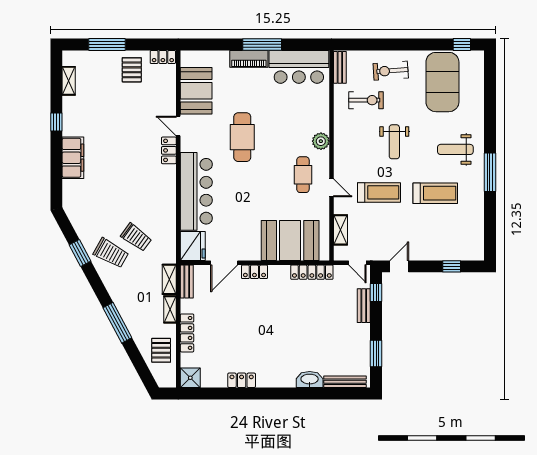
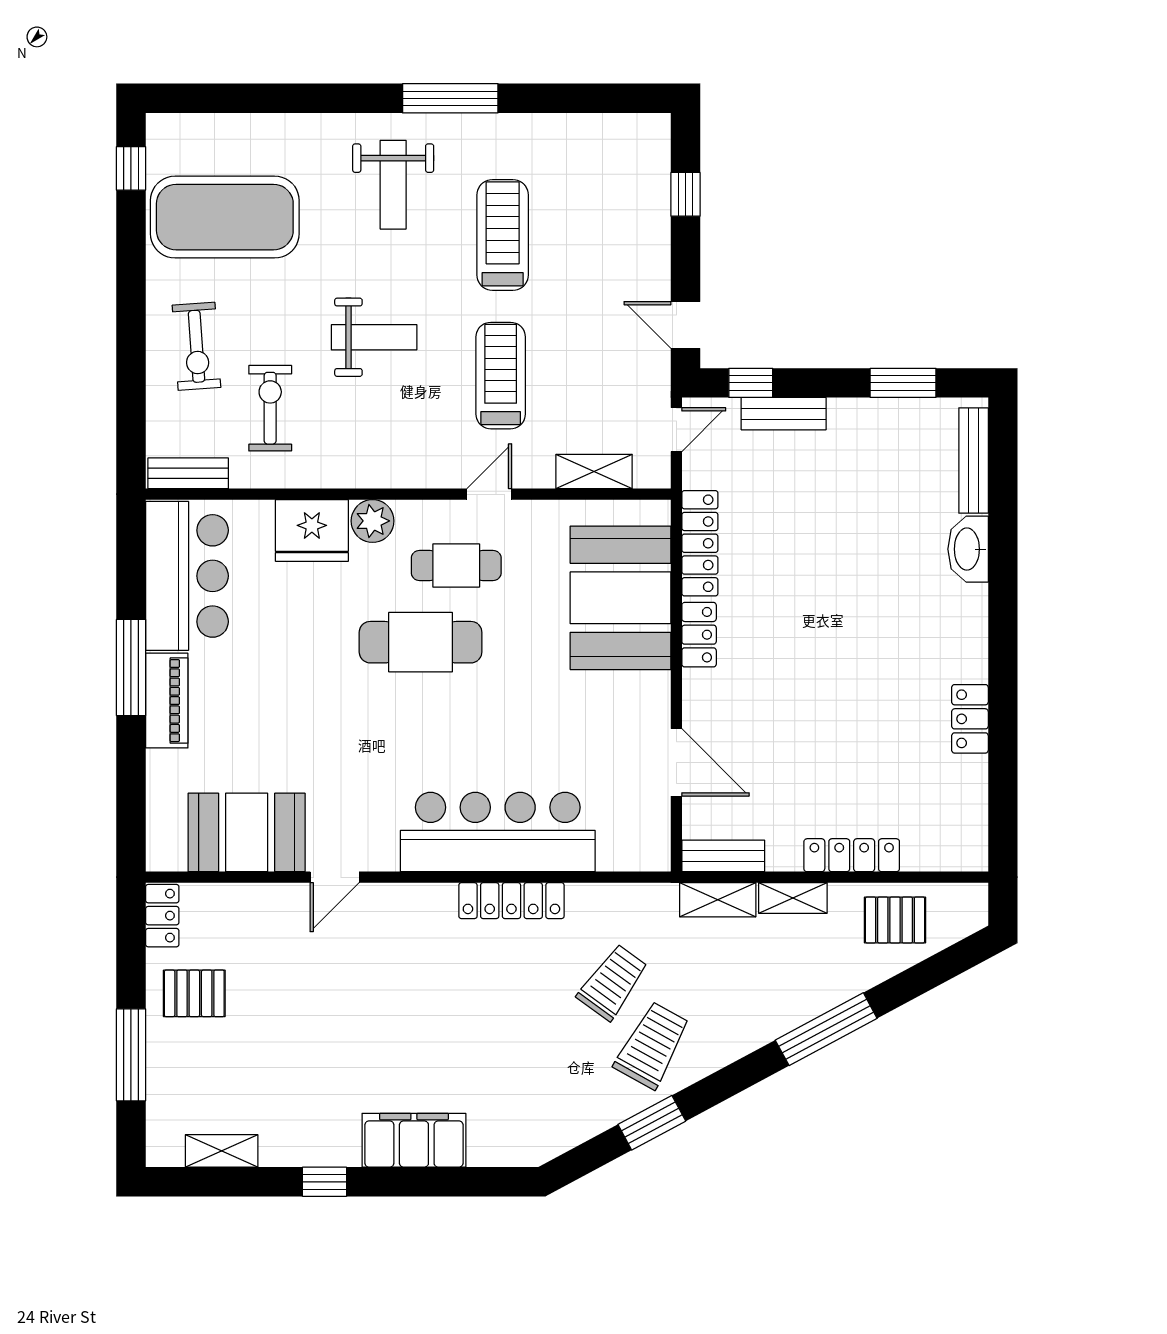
cafe table: (242, 137) -> (421, 642), moved
locker: (169, 150) -> (511, 901), moved, width x1.53
fridge: (193, 246) -> (312, 530), moved, turned 180
locker: (254, 272) -> (699, 635), moved
shower: (190, 378) -> (964, 847), removed

